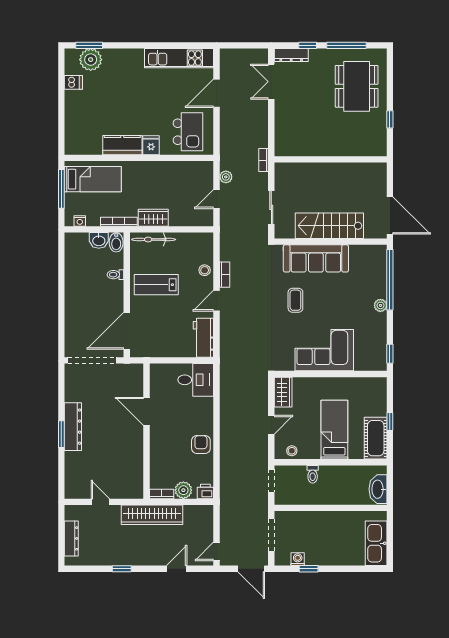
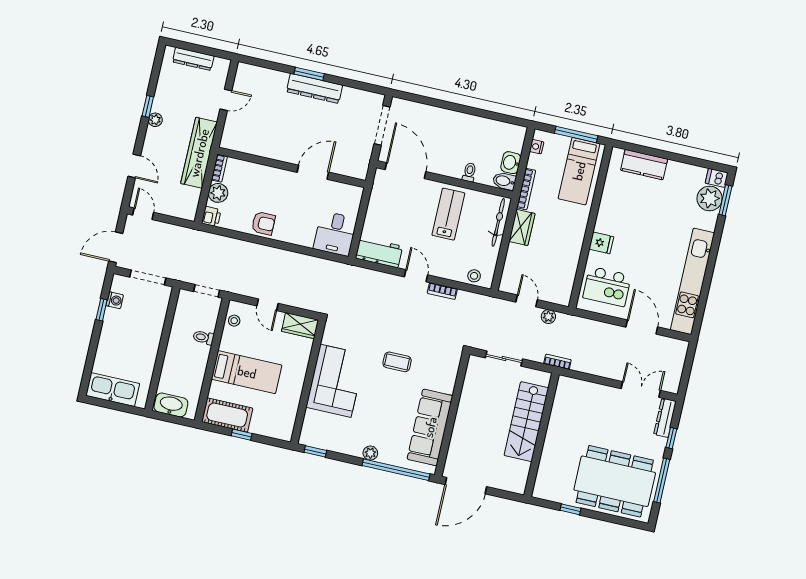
kitchen unit: (179, 58) -> (692, 281), width x1.36
dishwasher: (73, 82) -> (717, 178), moved, turned 90
dining table: (357, 86) -> (615, 481), width x1.36, depth x1.24
kitchen counter: (122, 145) -> (644, 165), moved, turned 90
stairs: (329, 226) -> (526, 422), moved, turned 180
sofa: (316, 258) -> (430, 427), moved
stool: (205, 270) -> (474, 276), moved
doorway: (92, 360) -> (382, 125), width x0.73
plant: (132, 560) -> (155, 120), added

